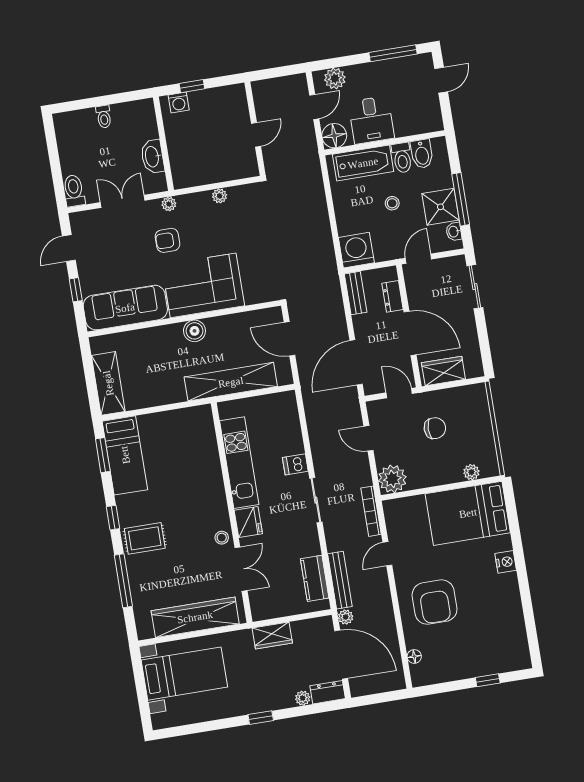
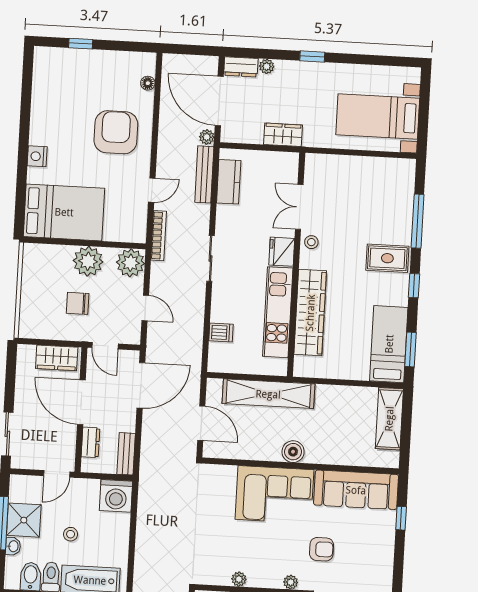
washbasin: (454, 232) -> (13, 546), moved
armchair: (168, 240) -> (321, 549), moved
door: (69, 248) -> (399, 561), removed
dishwasher: (295, 464) -> (221, 332), moved
plant: (471, 472) -> (88, 261), moved, width x1.87, depth x1.87
wardrobe: (195, 617) -> (310, 313), moved, turned -90

